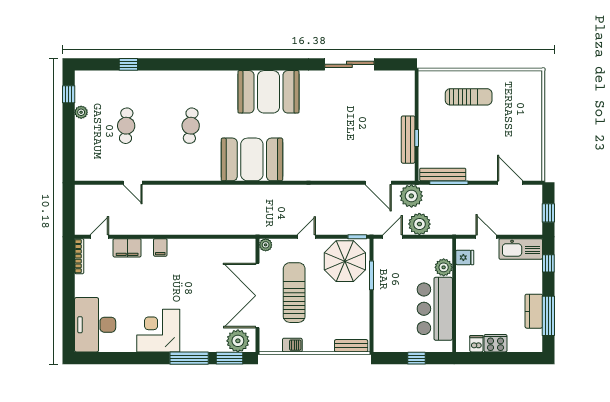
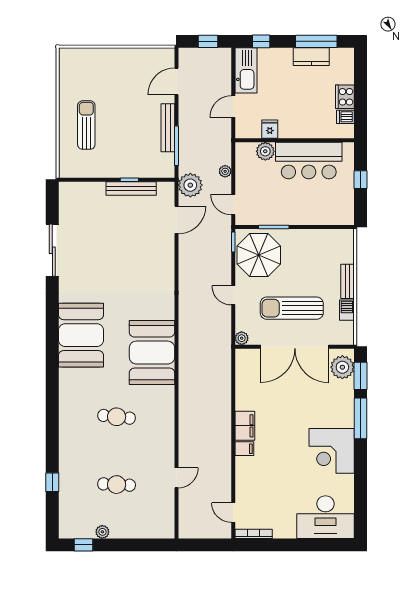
bench: (443, 174) -> (168, 128), moved
plant: (419, 224) -> (225, 171), width x0.53, depth x0.53
filing cabinet: (127, 248) -> (245, 426), moved
fridge: (465, 257) -> (270, 129), moved
bench: (351, 346) -> (348, 281), moved

